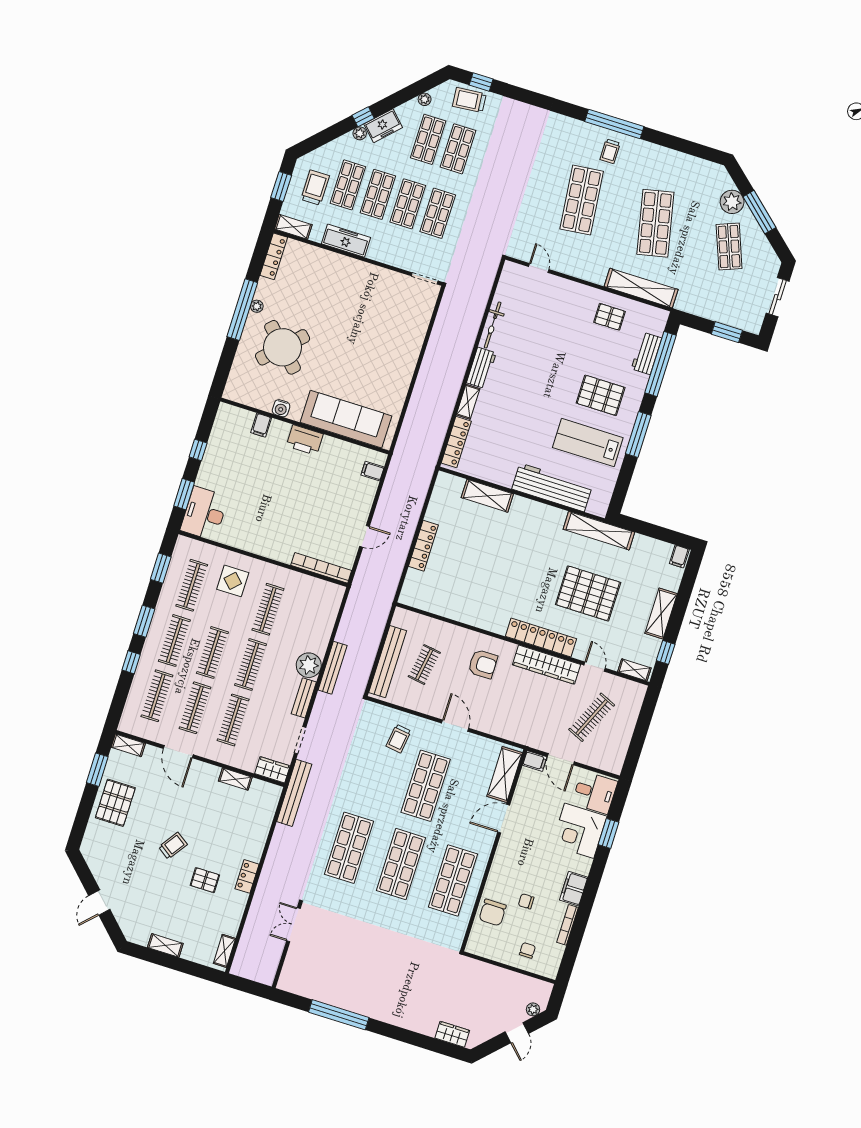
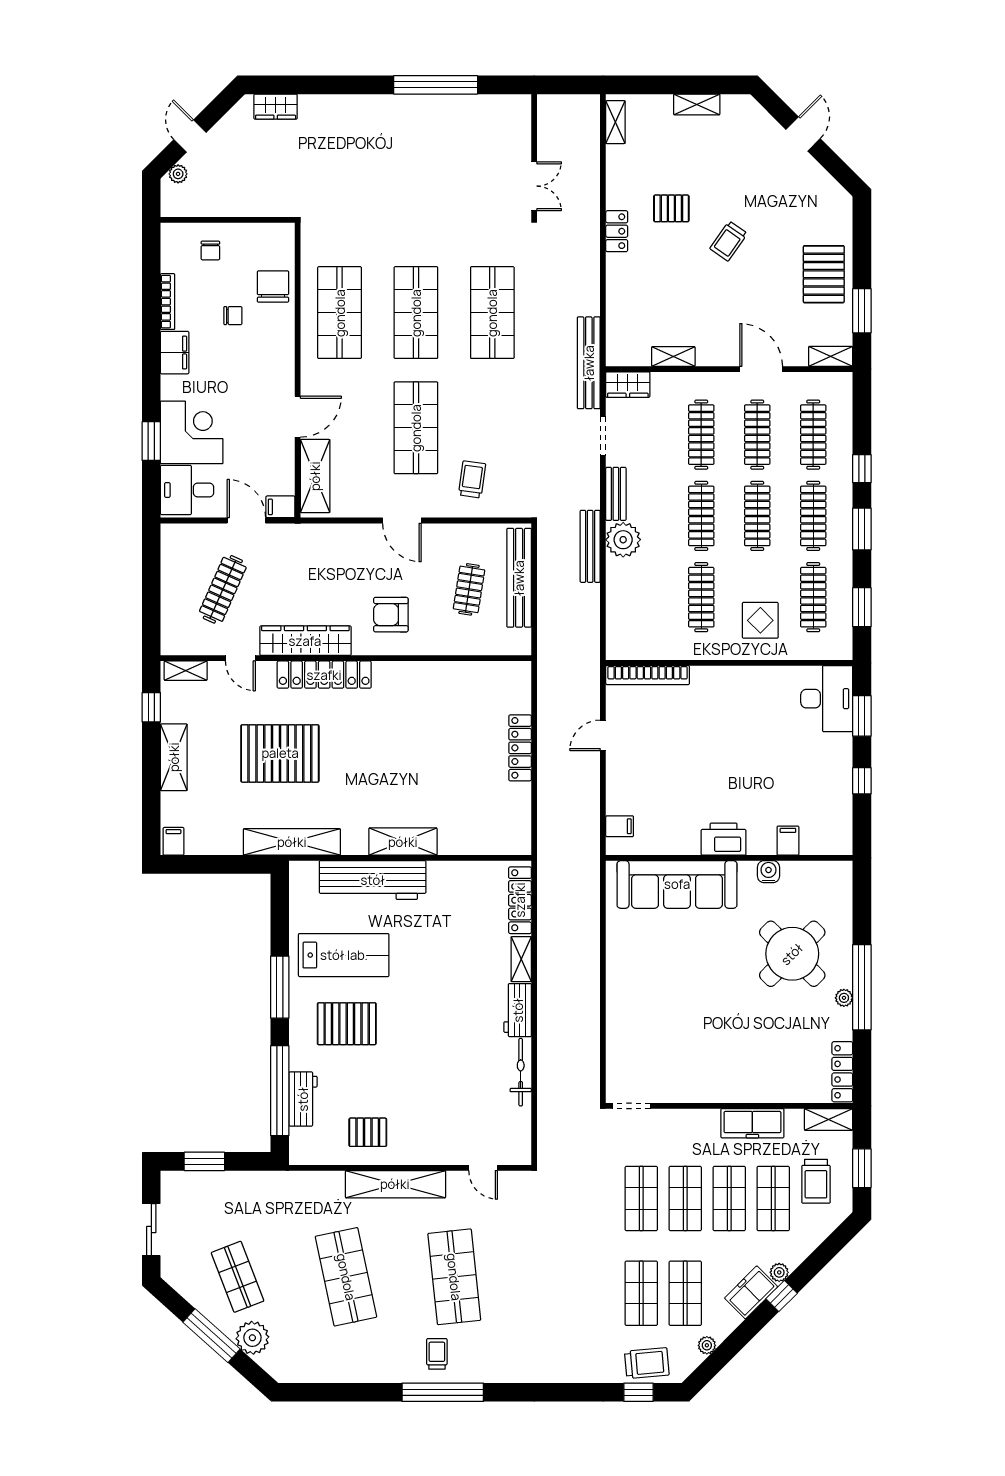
shelving: (641, 288) -> (395, 1184), moved
shelving: (487, 496) -> (403, 842), moved

